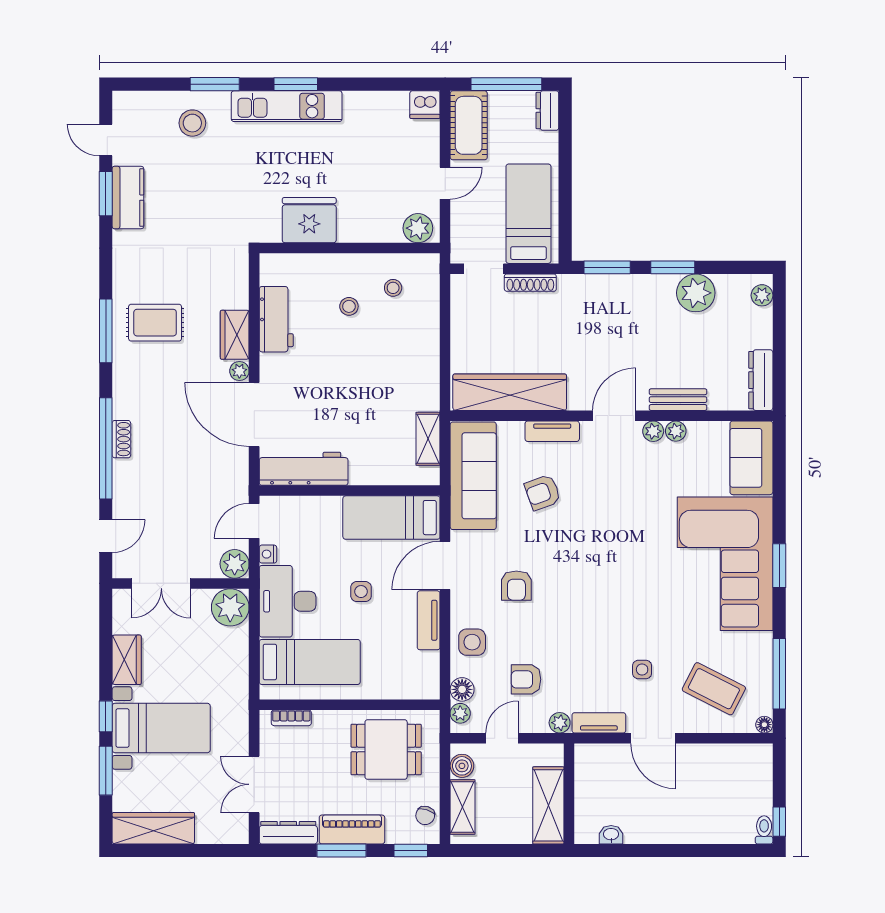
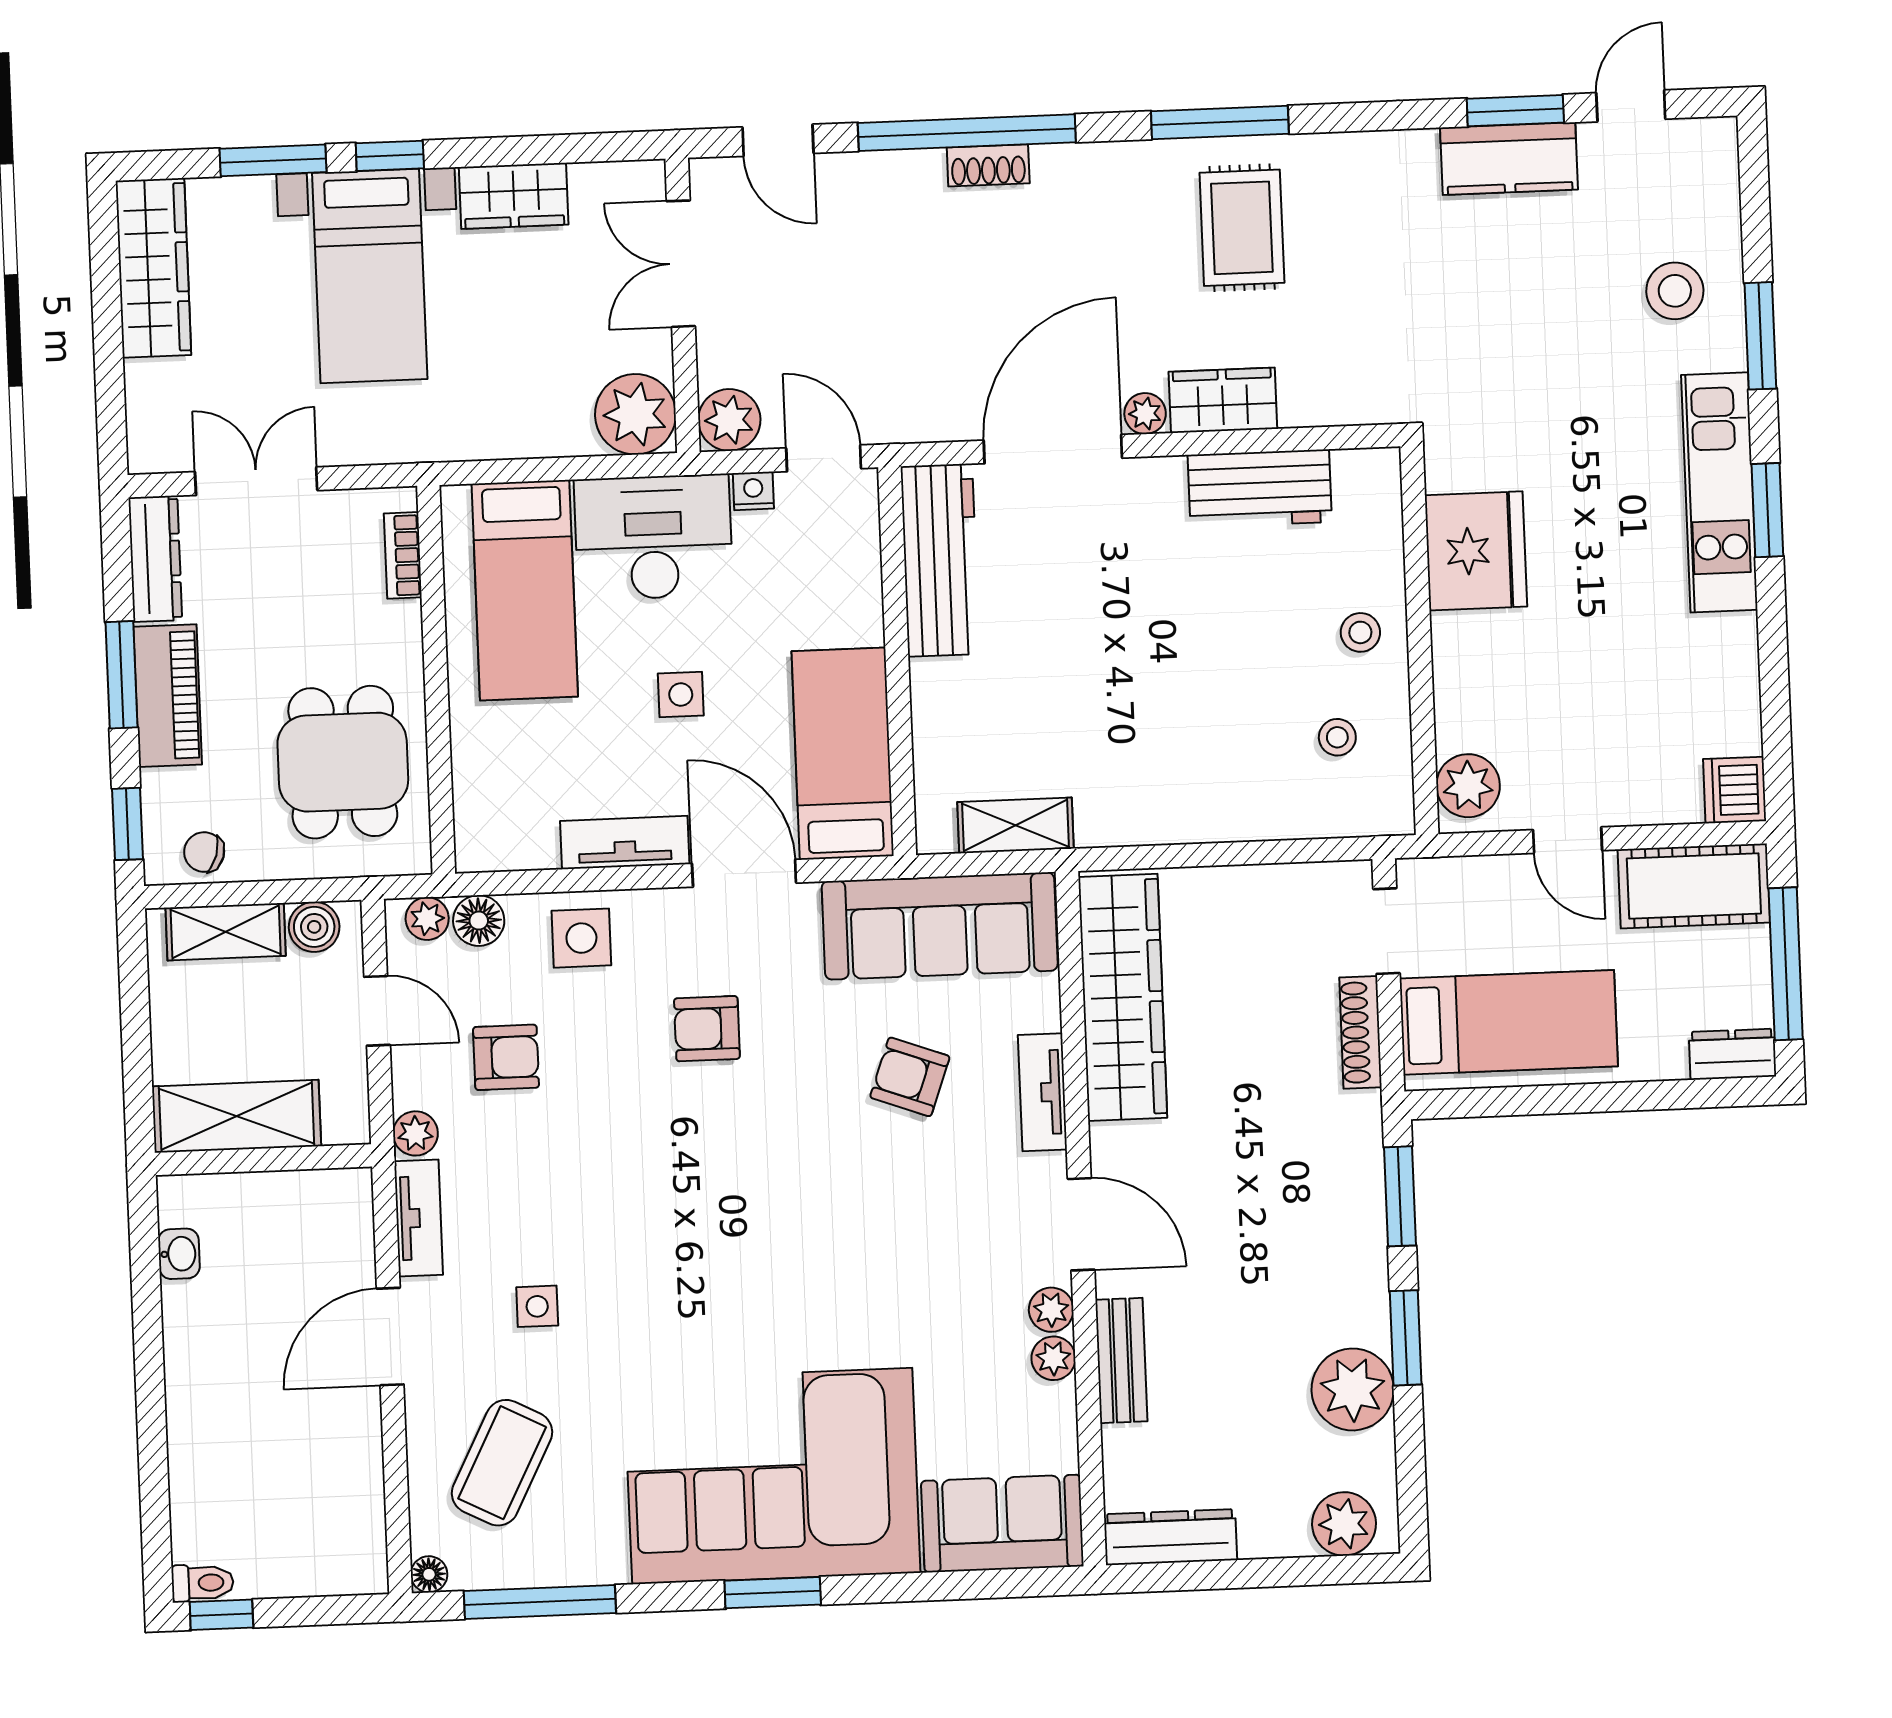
plant: (762, 295) -> (1344, 1524), width x1.38, depth x1.38
stool: (349, 306) -> (1360, 632), moved
armchair: (543, 492) -> (910, 1077), turned -50
armchair: (526, 679) -> (506, 1057), turned 90

